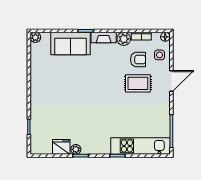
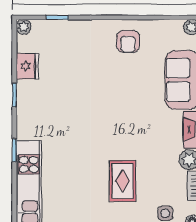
armchair: (138, 60) -> (128, 41), moved
plant: (76, 149) -> (24, 27), moved

